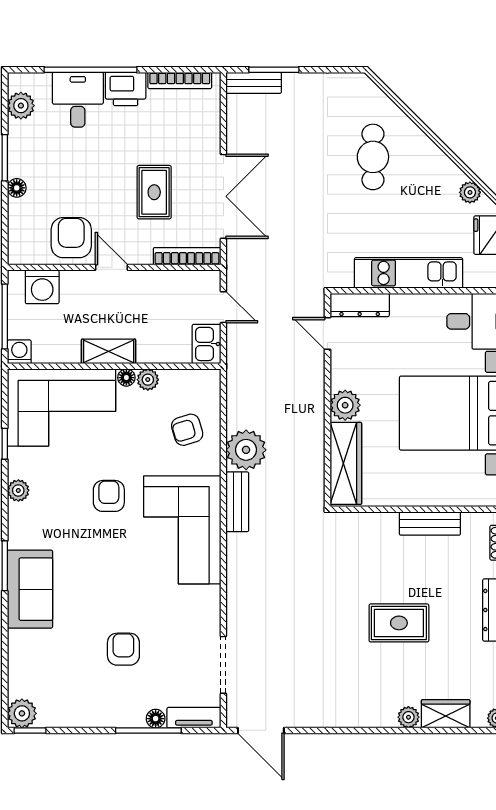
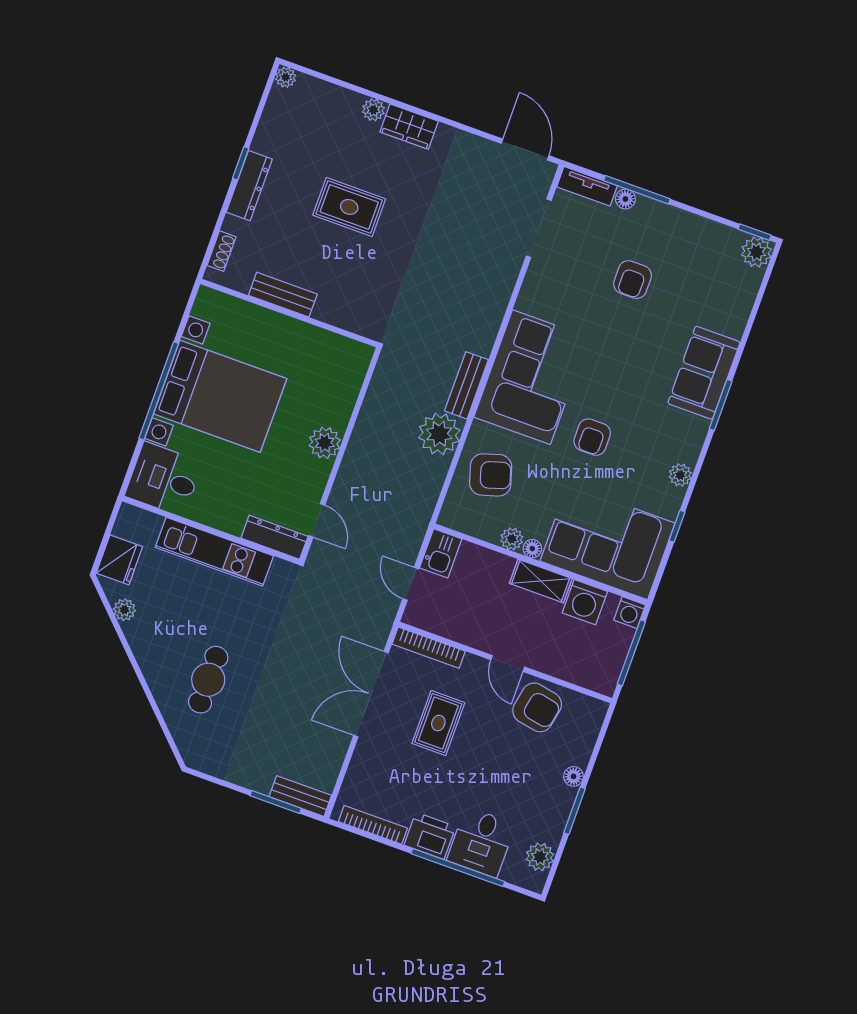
armchair: (71, 238) -> (537, 707), turned -79
washing machine: (42, 287) -> (585, 602), moved, turned 180
armchair: (187, 430) -> (491, 475), width x1.38, depth x1.38
wardrobe: (346, 463) -> (345, 385), removed
wardrobe: (446, 714) -> (409, 127), moved

